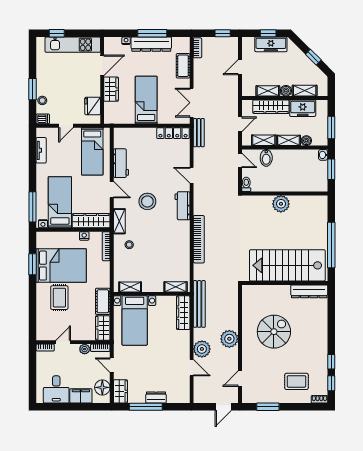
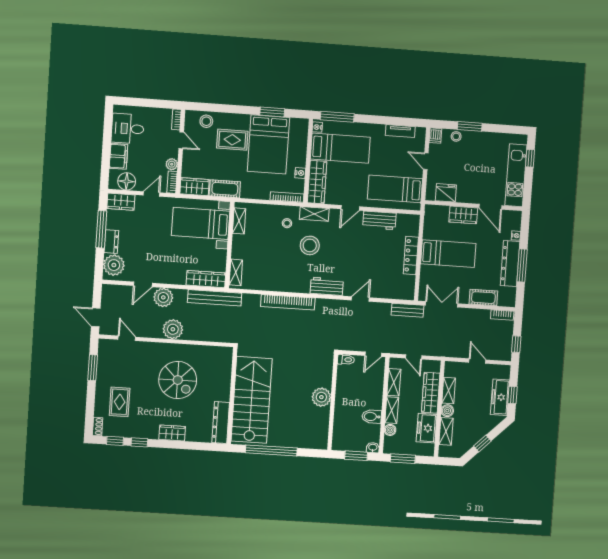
locker: (173, 133) -> (411, 255), moved
bidet: (266, 158) -> (372, 417), moved
stool: (147, 201) -> (310, 245), moved
stool: (45, 321) -> (206, 121), added
wardrobe: (321, 334) -> (172, 433), added
plant: (176, 394) -> (114, 265), added

